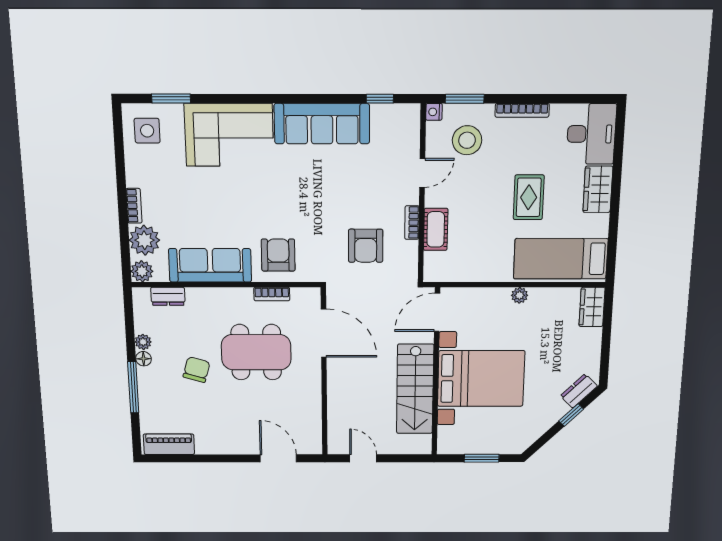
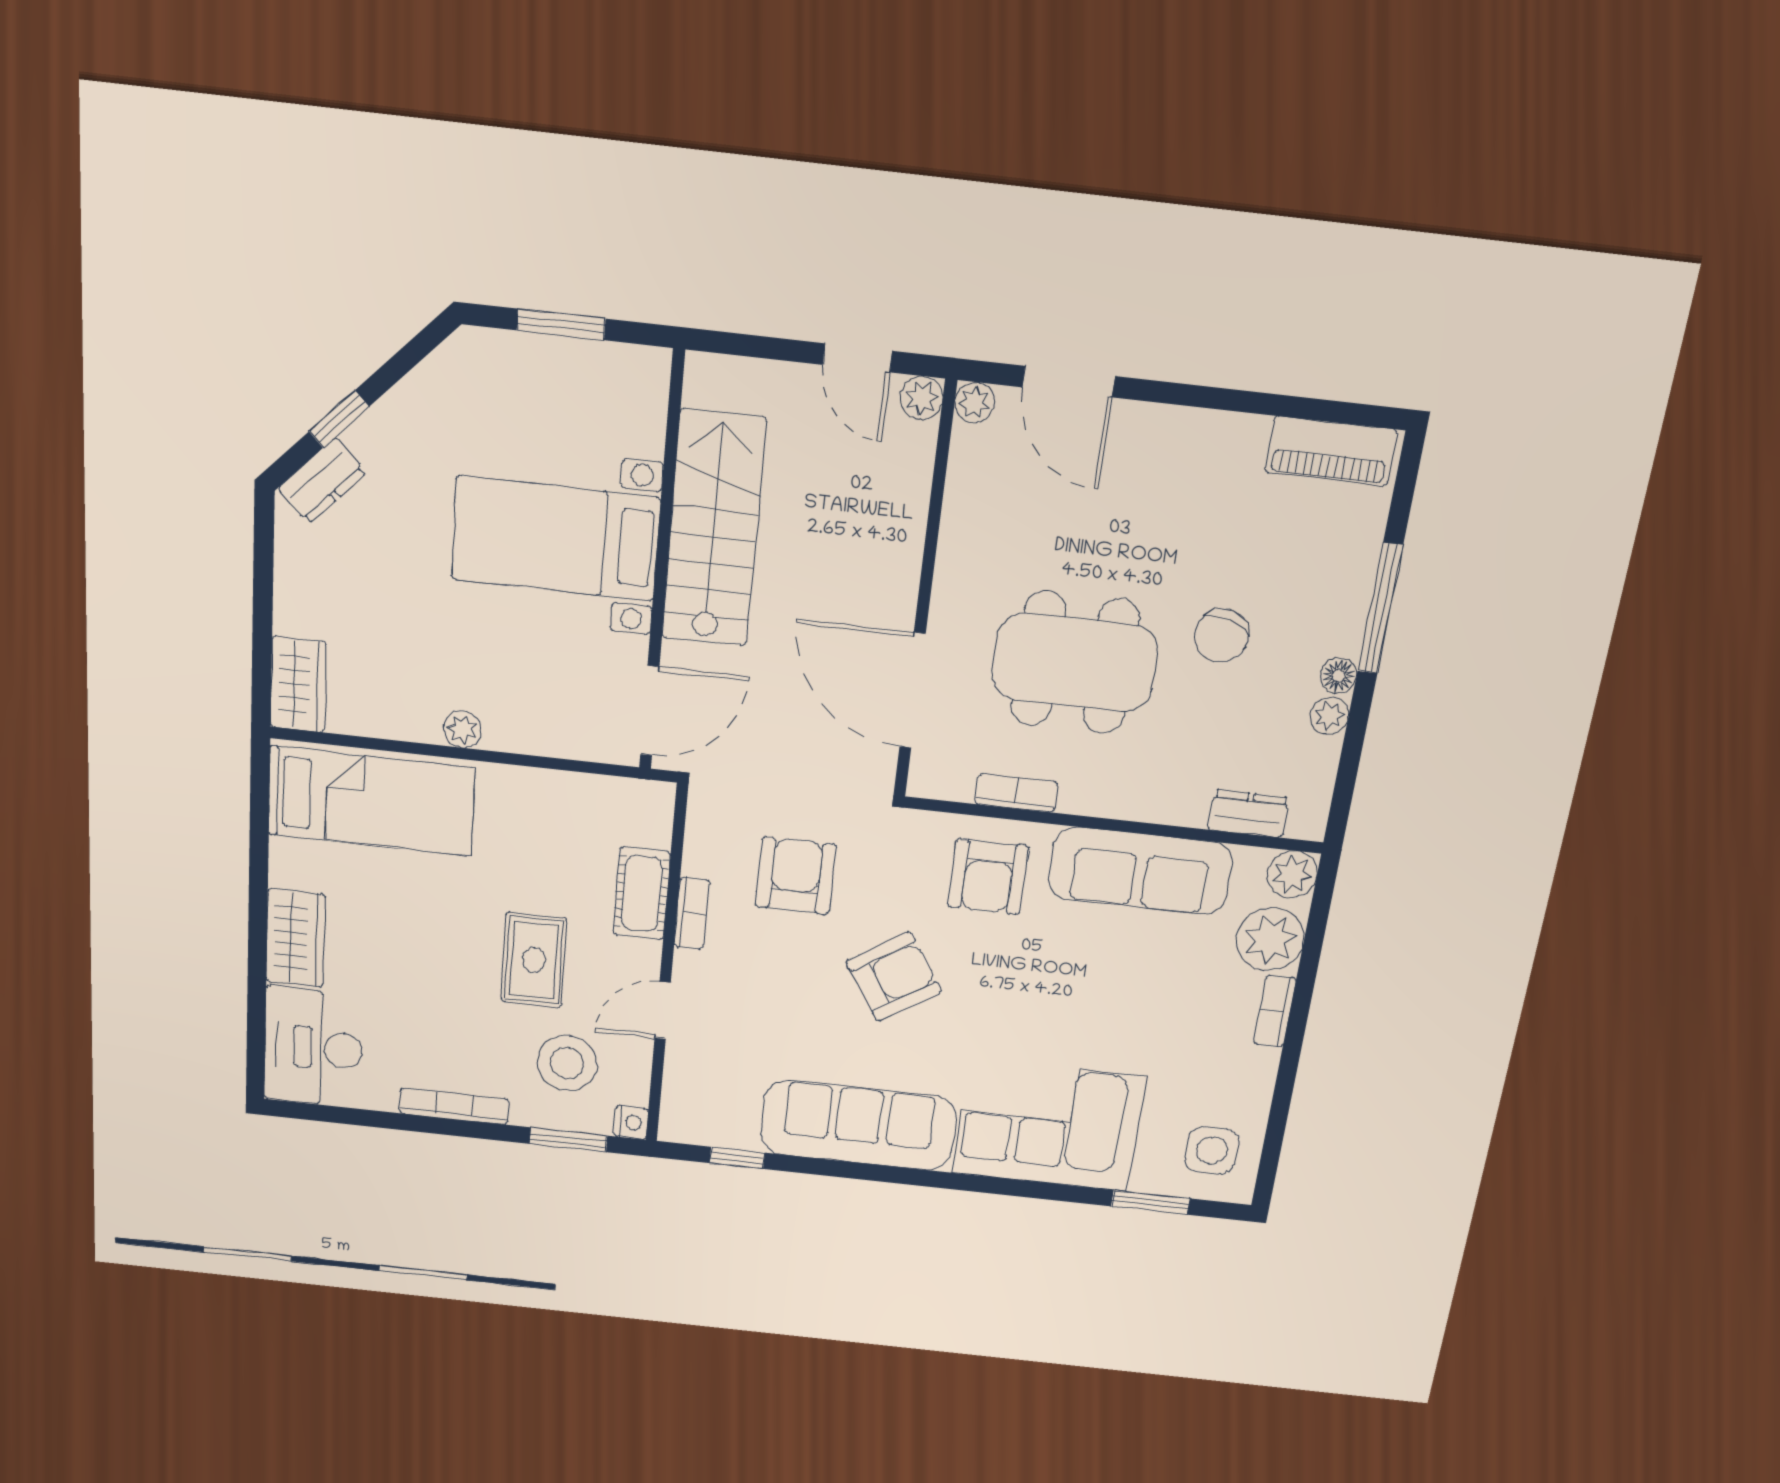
rug: (529, 197) -> (534, 960), moved
armchair: (315, 202) -> (894, 977), added
bed with nightstands: (481, 379) -> (556, 539), width x0.73
plant: (314, 447) -> (975, 402), added
plant: (336, 447) -> (922, 398), added

